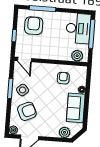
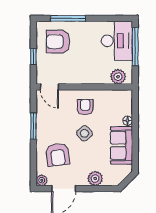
armchair: (34, 26) -> (58, 42), turned -90
armchair: (63, 78) -> (85, 107), moved
side table: (23, 90) -> (84, 133), moved
armchair: (27, 111) -> (58, 155), turned 108
plant: (65, 132) -> (95, 178), moved

